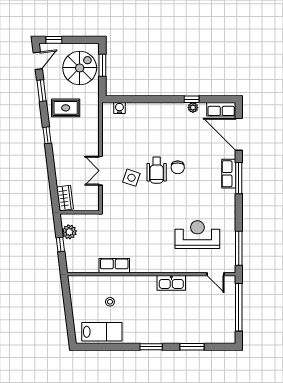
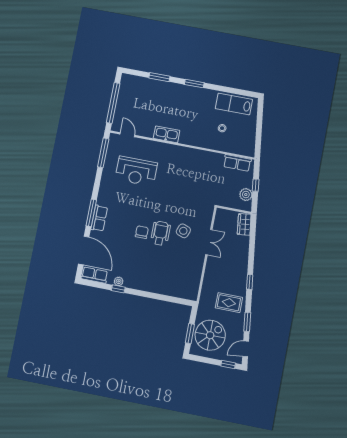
spiral stairs: (80, 68) -> (210, 335), turned 180
water cooler: (119, 108) -> (182, 293), removed
row of seats: (114, 266) -> (237, 163), moved

